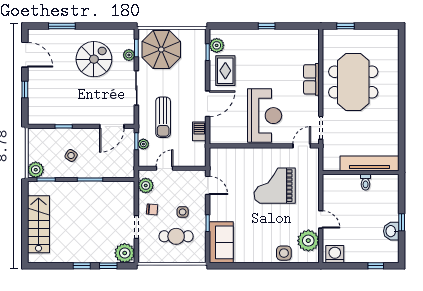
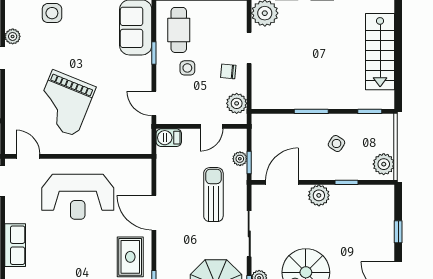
door: (208, 104) -> (154, 213), hinge flipped
reception desk: (265, 116) -> (78, 197), turned -90
plant: (84, 117) -> (319, 195), added
barbecue: (199, 131) -> (169, 138), moved, turned 90
door: (302, 146) -> (28, 156), swing flipped
plant: (36, 170) -> (384, 164), moved
grand piano: (275, 186) -> (64, 103), turned 112
cafe table: (176, 236) -> (179, 30), moved, turned 90
plant: (308, 241) -> (13, 36), width x0.53, depth x0.53

